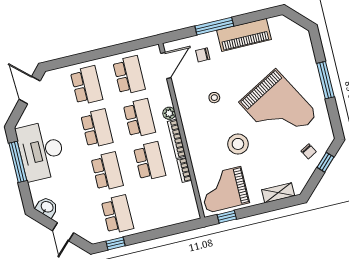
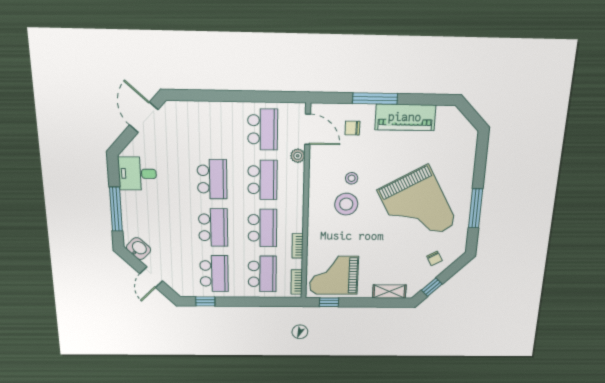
door: (166, 65) -> (308, 129), hinge flipped
window: (325, 80) -> (475, 208), moved
school desk: (86, 85) -> (262, 274), moved
plant: (169, 113) -> (298, 156), moved
bookcase: (177, 139) -> (297, 282), moved, width x0.64
stool: (238, 144) -> (346, 204), moved
desk: (41, 151) -> (137, 174), width x0.53, depth x0.77
window: (18, 162) -> (116, 209), moved
window: (326, 162) -> (432, 287), moved

